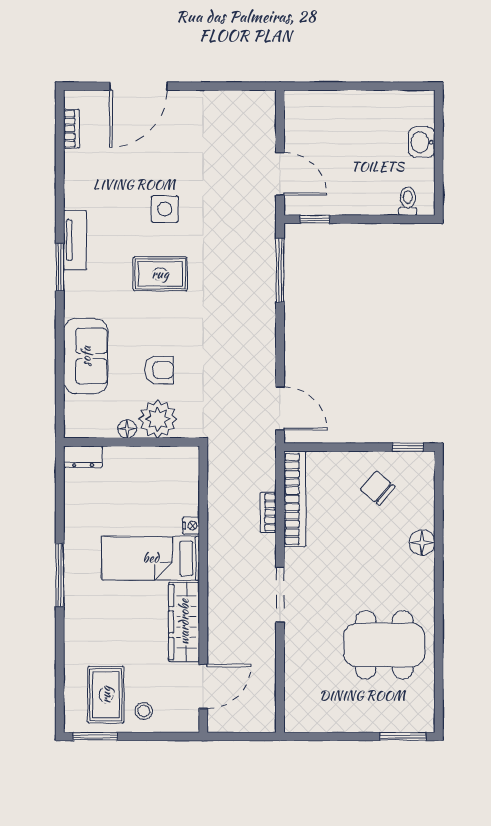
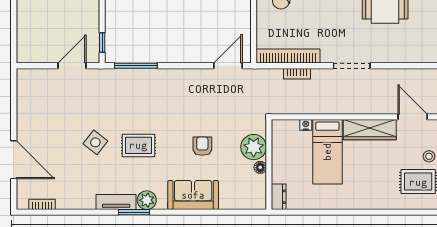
side table: (165, 209) -> (95, 142), turned 38
rug: (160, 274) -> (138, 145), turned 90
plant: (78, 286) -> (147, 200), added
plant: (158, 419) -> (254, 147), moved
floor lamp: (127, 429) -> (260, 167), moved
wall: (132, 442) -> (269, 164), moved
dresser: (83, 457) -> (279, 197), moved
window: (60, 575) -> (339, 212), removed

